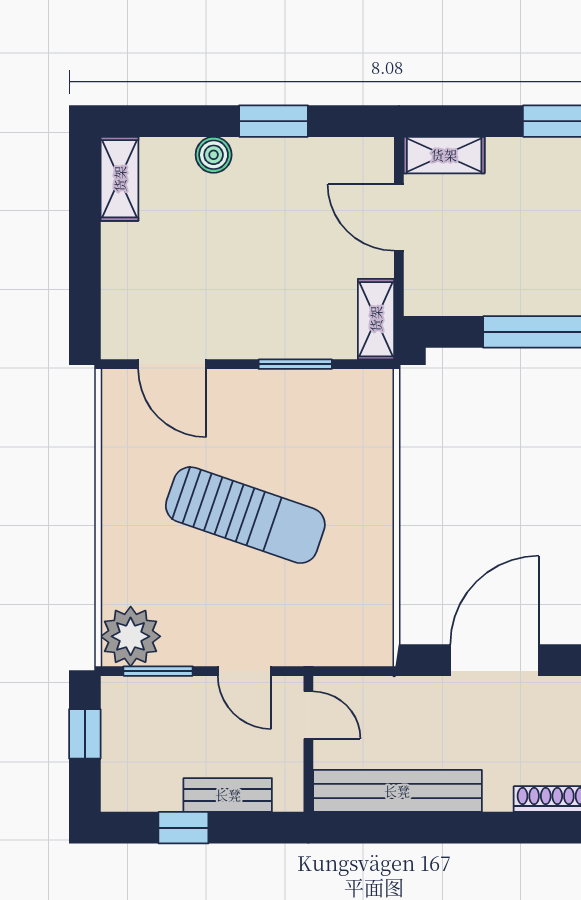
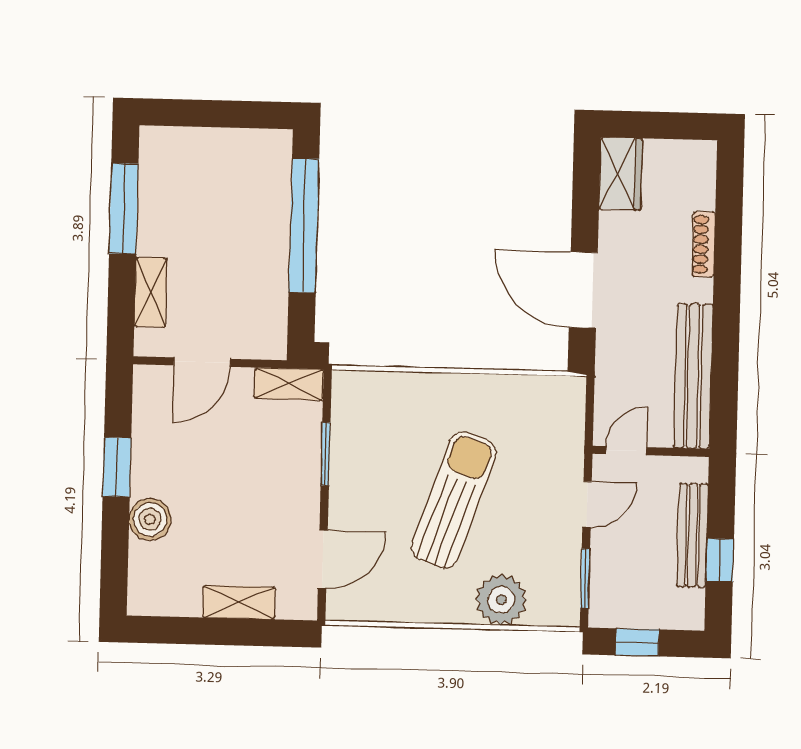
boiler: (214, 155) -> (150, 519), width x1.36, depth x1.36
shelving: (444, 155) -> (151, 292), moved
shelving: (120, 179) -> (239, 602), moved
plant: (131, 636) -> (501, 600), moved
bench: (228, 795) -> (692, 535), width x1.36

